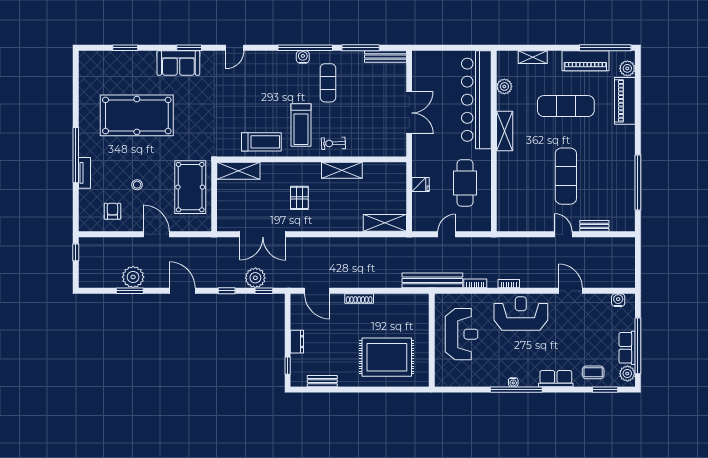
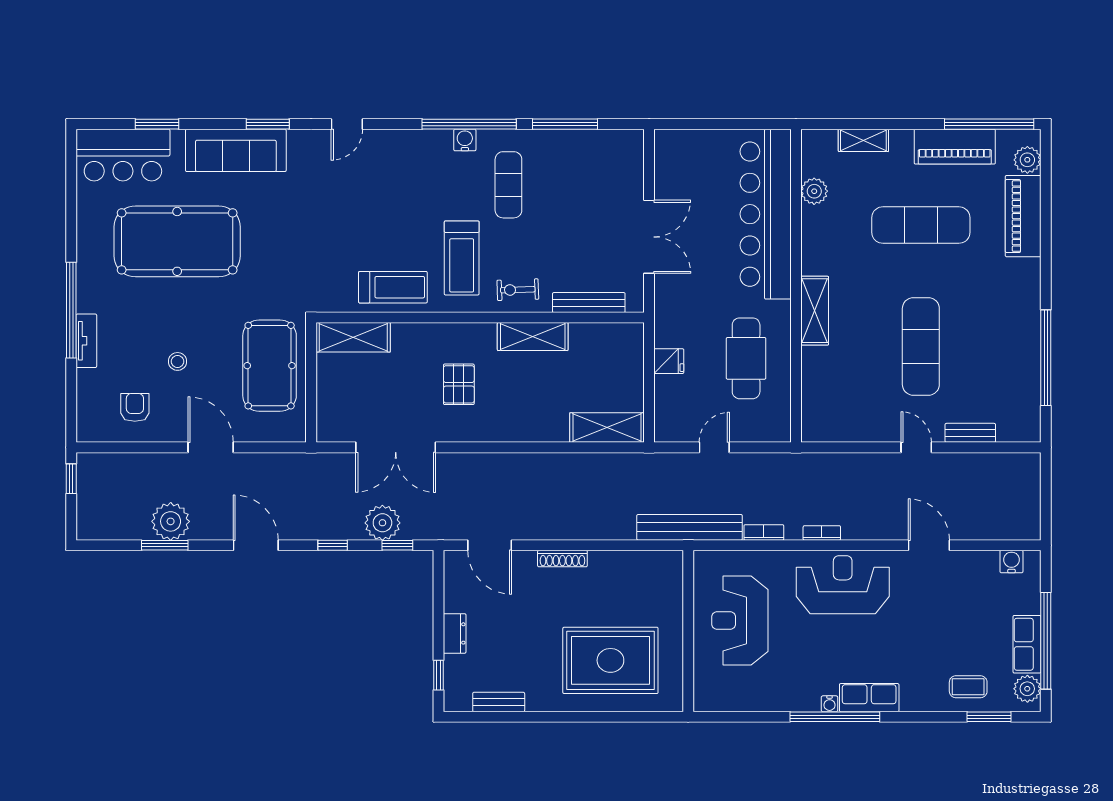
bench: (385, 56) -> (589, 303), moved
sofa: (178, 63) -> (236, 150), width x1.36
bar counter: (106, 66) -> (123, 155), added
shelving: (505, 131) -> (815, 311), moved
reception desk: (461, 334) -> (740, 621), turned 180
row of seats: (556, 379) -> (869, 698), moved

